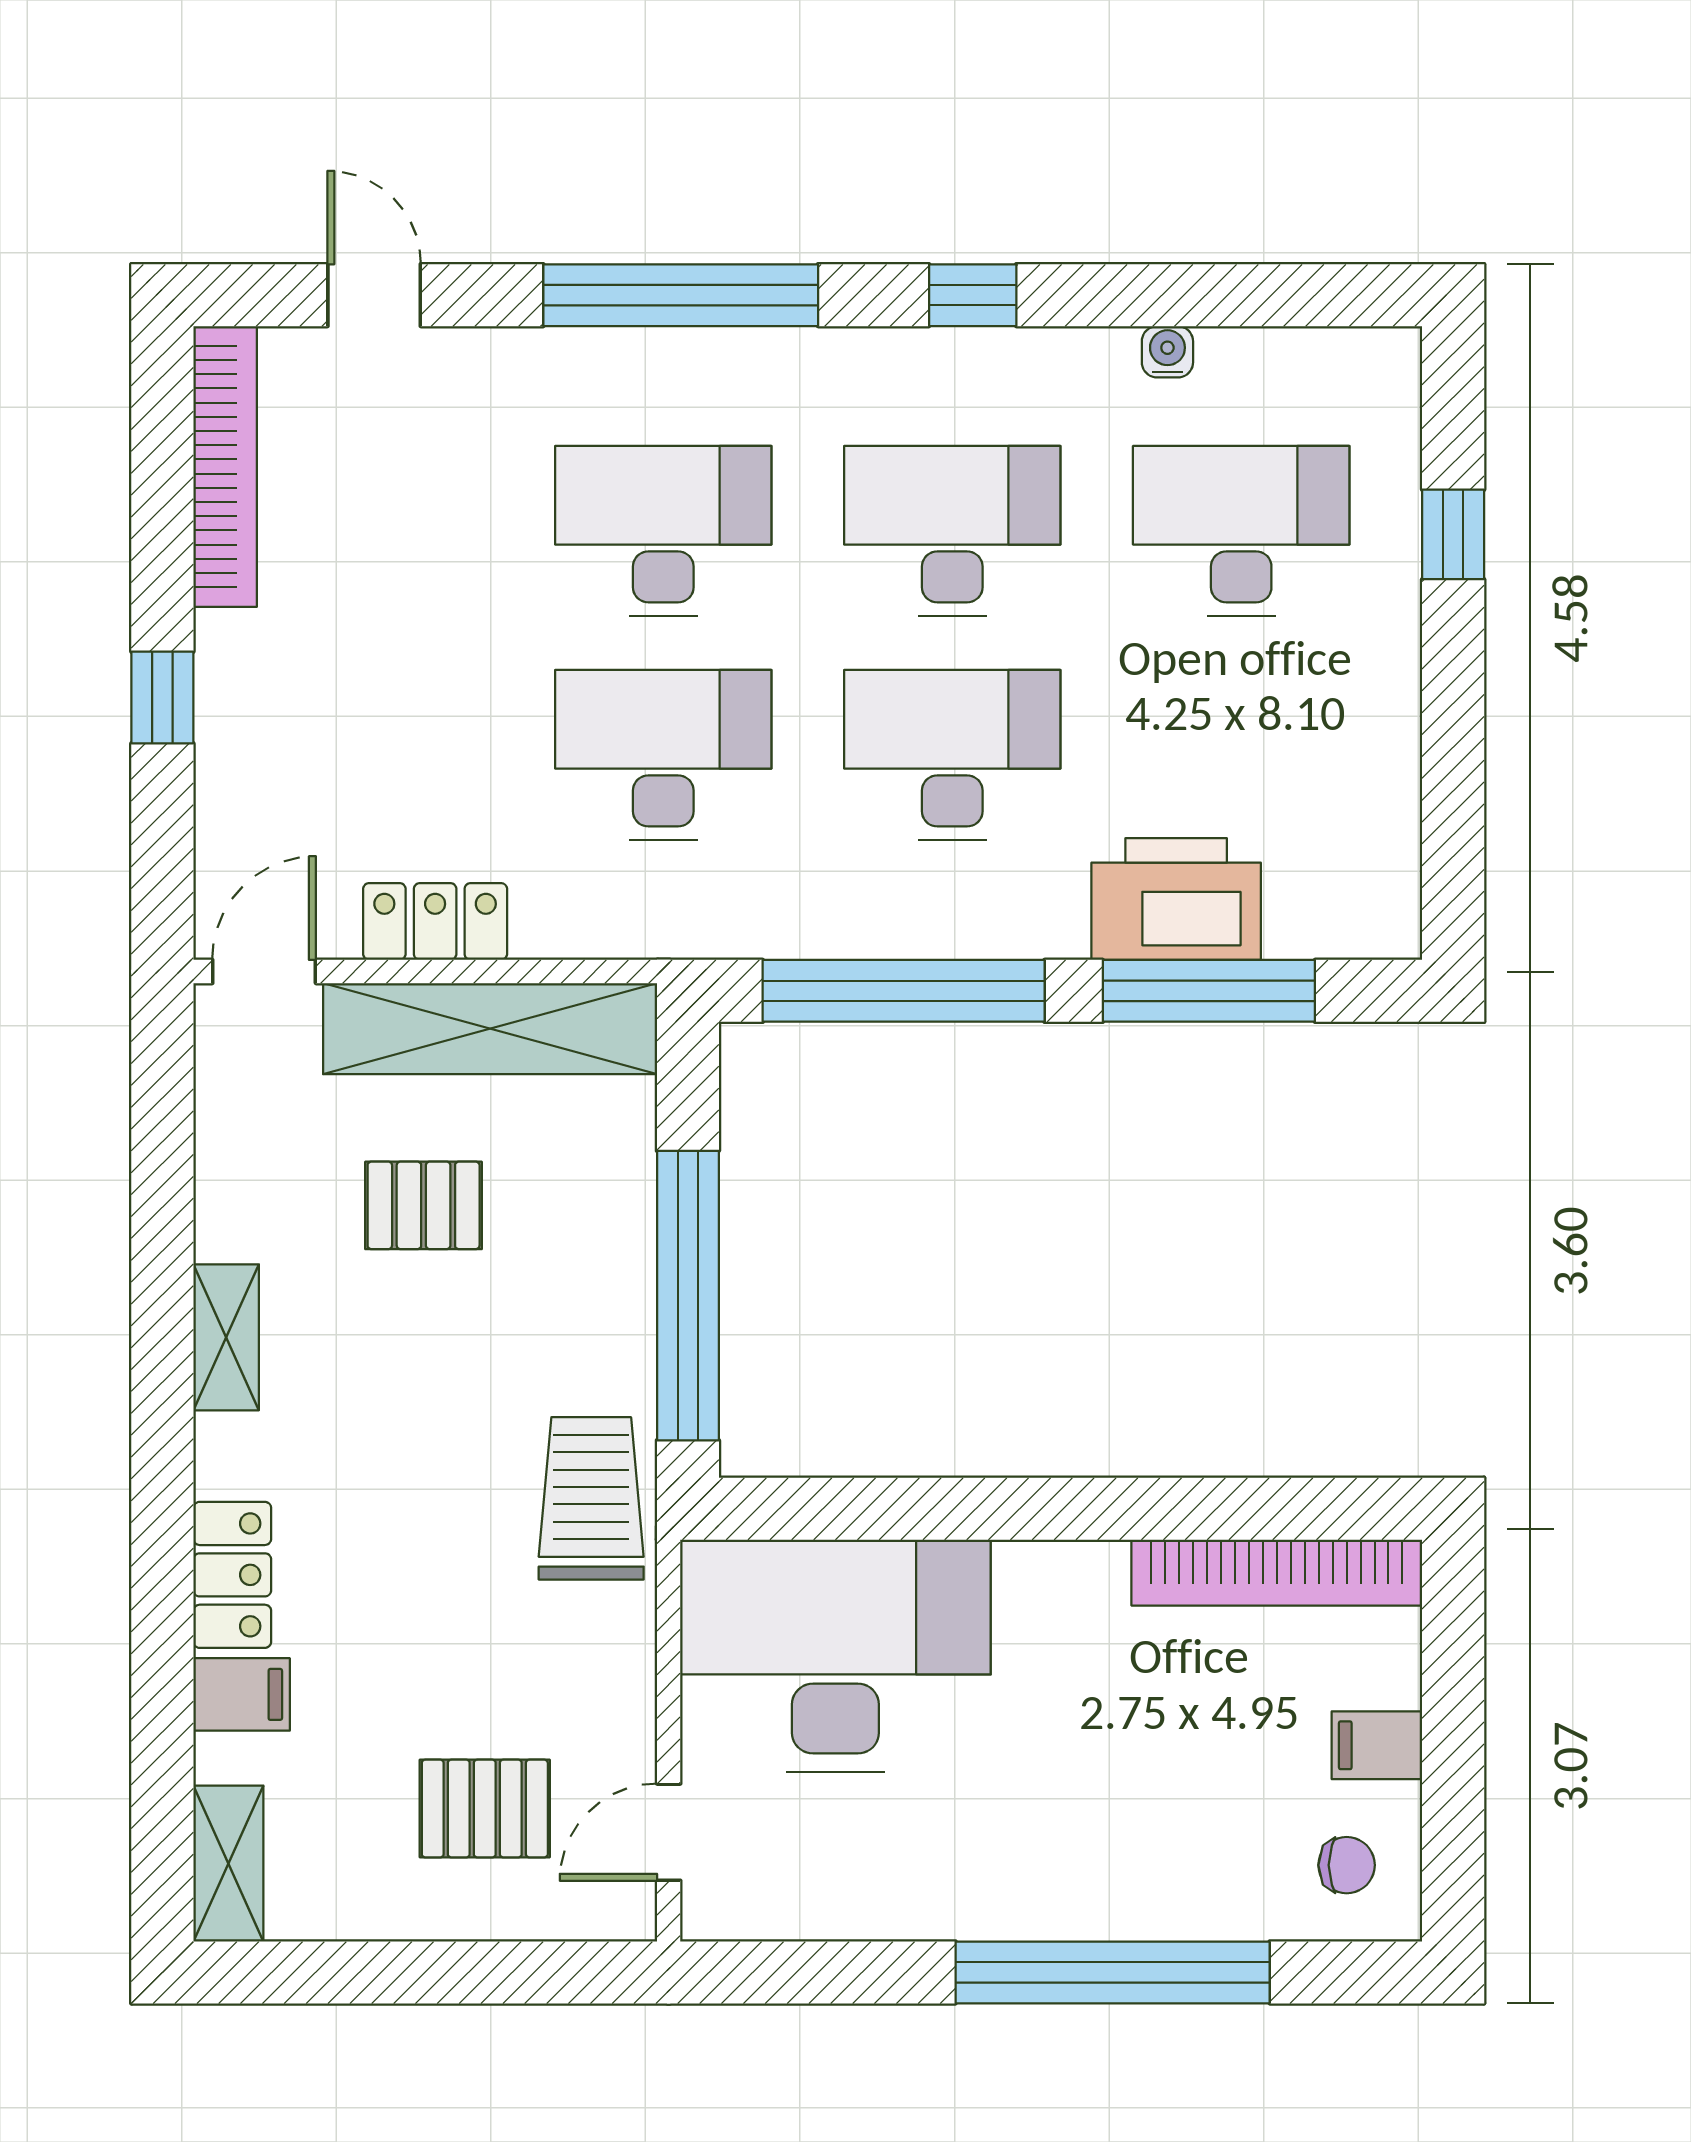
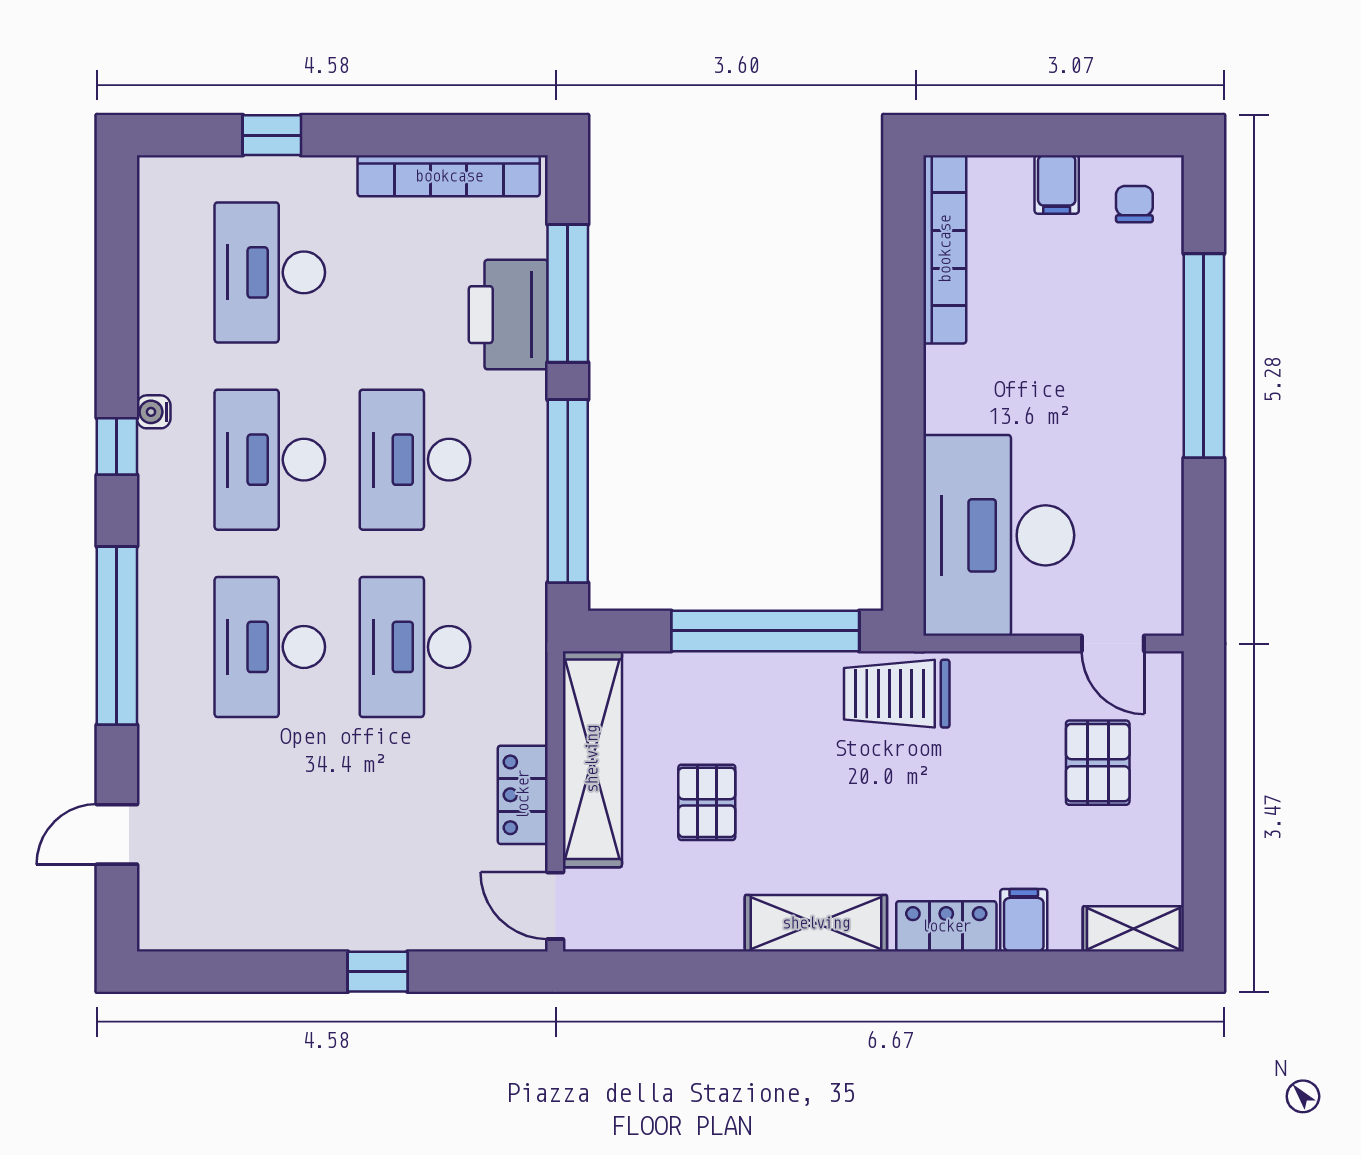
water cooler: (1167, 352) -> (154, 412), moved
bookcase: (225, 466) -> (449, 176), moved, turned 180
shelving: (226, 1337) -> (816, 923), width x1.50, depth x1.33

